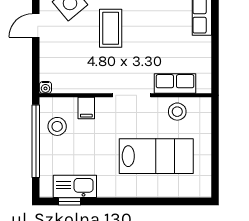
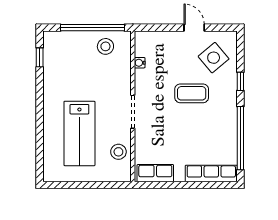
row of seats: (175, 84) -> (155, 173), moved, turned -90
water cooler: (45, 87) -> (140, 63), moved
filing cabinet: (86, 108) -> (122, 72), removed
kitchen sink: (75, 186) -> (53, 62), removed

